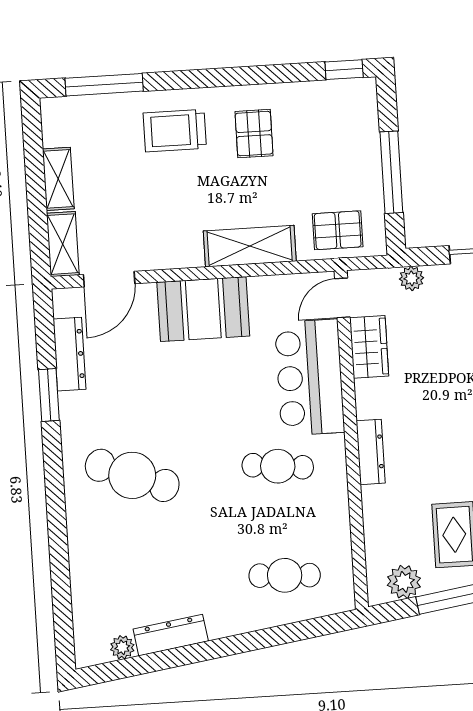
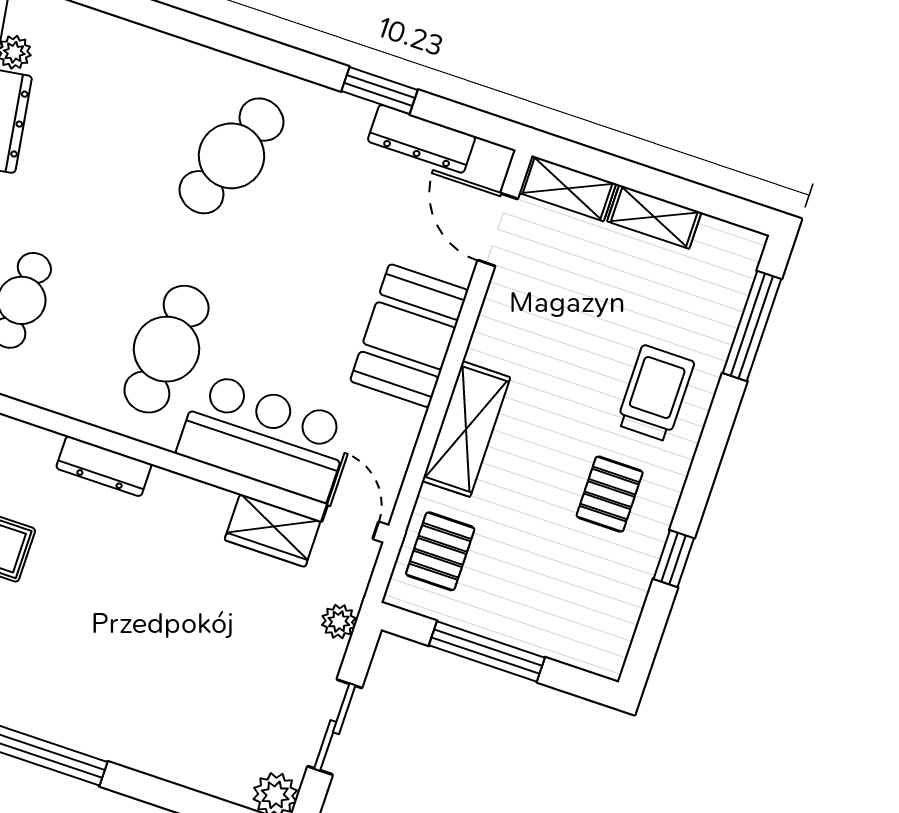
window: (344, 70) -> (674, 559), moved
pallet: (254, 134) -> (610, 494), turned 90
dresser: (371, 452) -> (104, 466), moved
cafe table: (278, 466) -> (166, 349), width x1.37, depth x1.35

